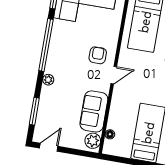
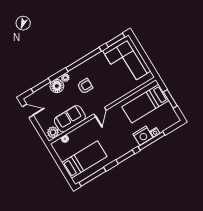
armchair: (98, 55) -> (85, 86), moved
door: (114, 75) -> (100, 112), hinge flipped
floor lamp: (49, 96) -> (57, 86), added

